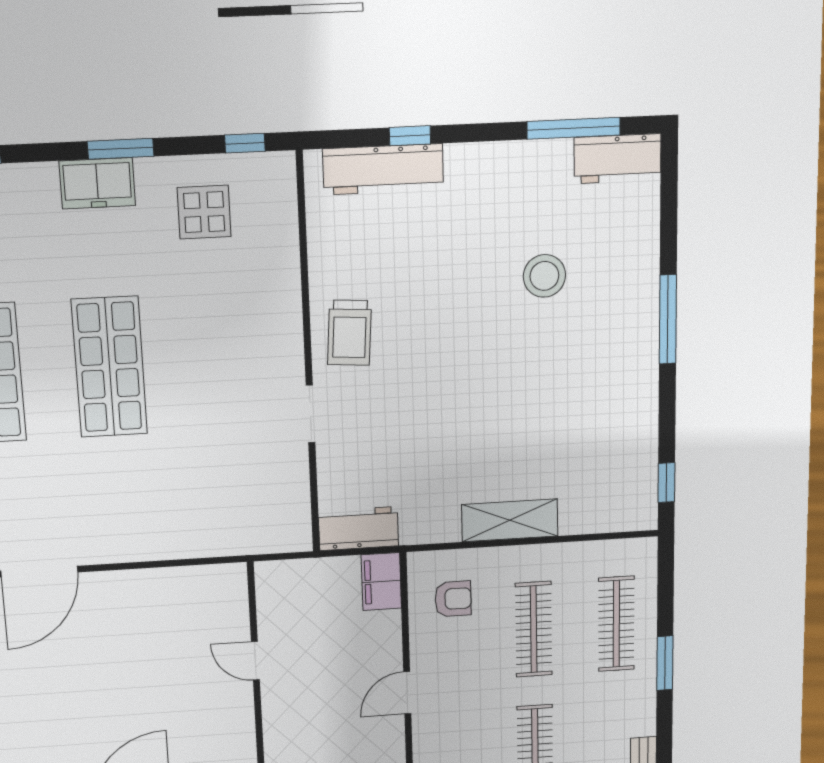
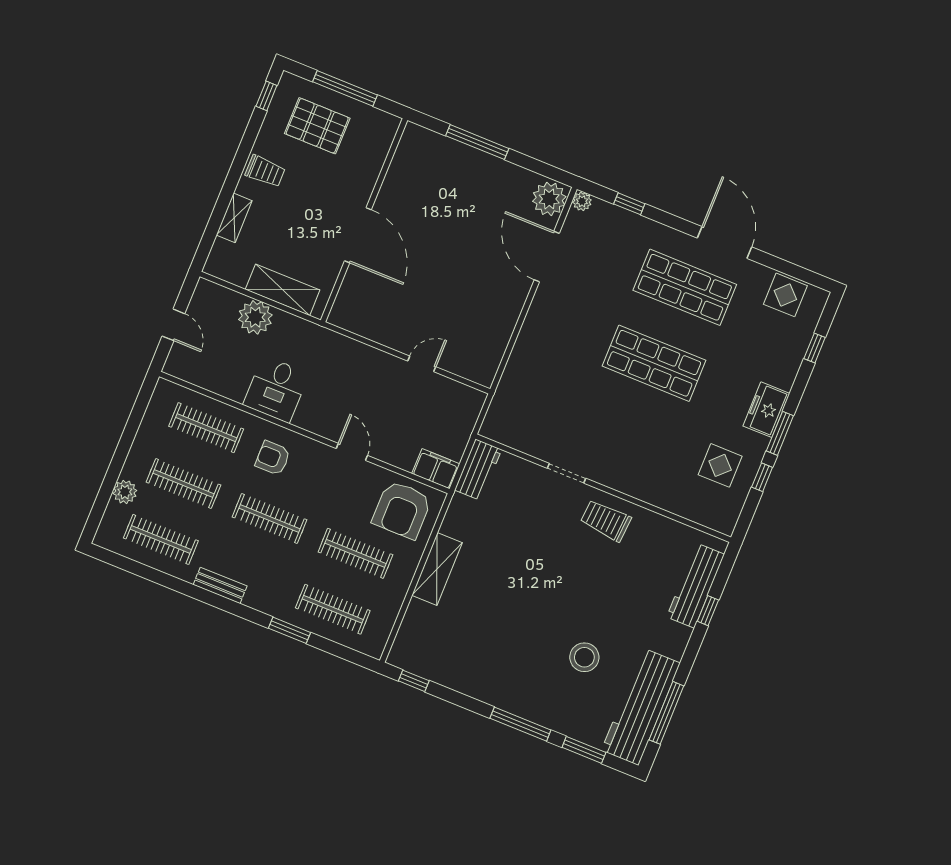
window: (245, 143) -> (762, 477), moved
workbench: (618, 159) -> (641, 707), width x1.88, depth x1.32
window: (669, 218) -> (584, 750), added
armchair: (453, 599) -> (402, 510), width x1.88, depth x1.88

